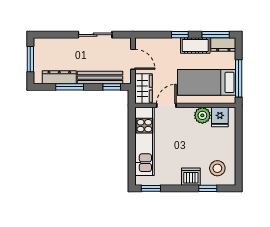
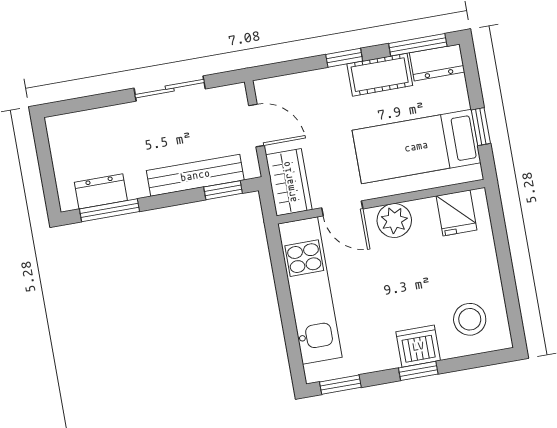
window: (30, 59) -> (45, 162), removed
dresser: (59, 77) -> (101, 191), width x0.70
window: (239, 78) -> (481, 127), width x0.46
window: (70, 87) -> (110, 210), moved
door: (166, 105) -> (342, 208), swing flipped
plant: (202, 115) -> (394, 220), moved
window: (208, 188) -> (418, 371), moved

